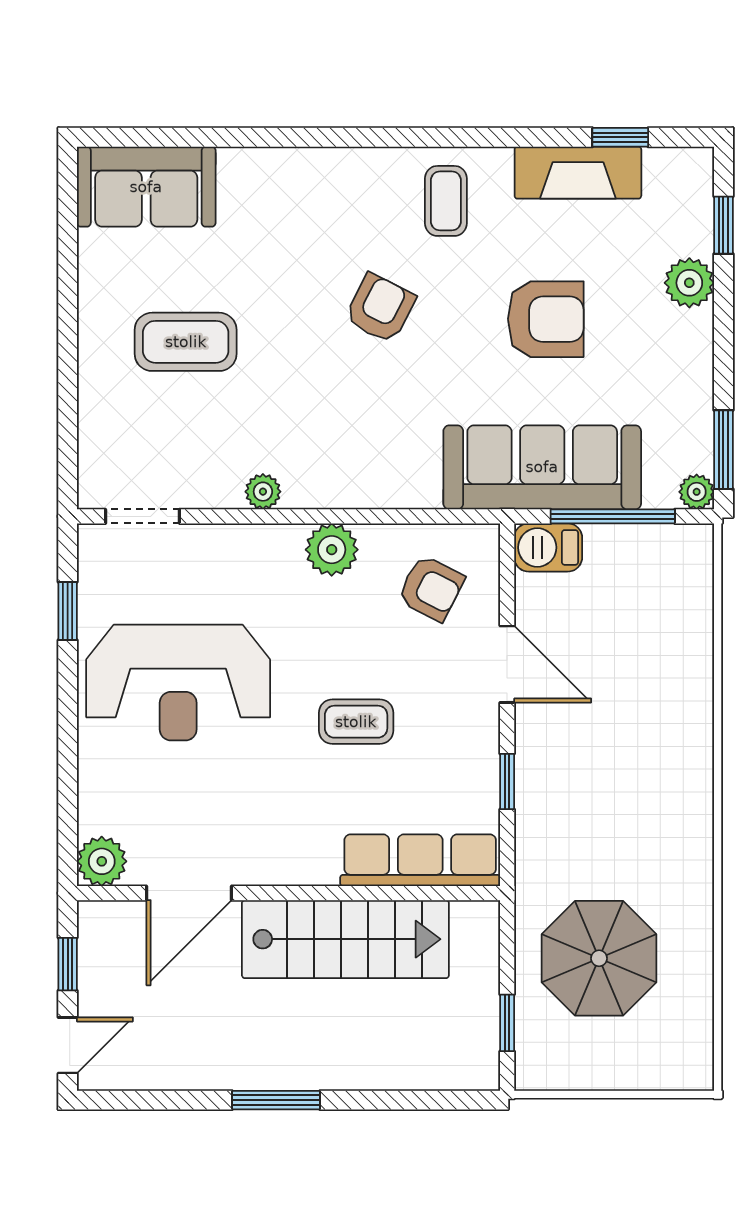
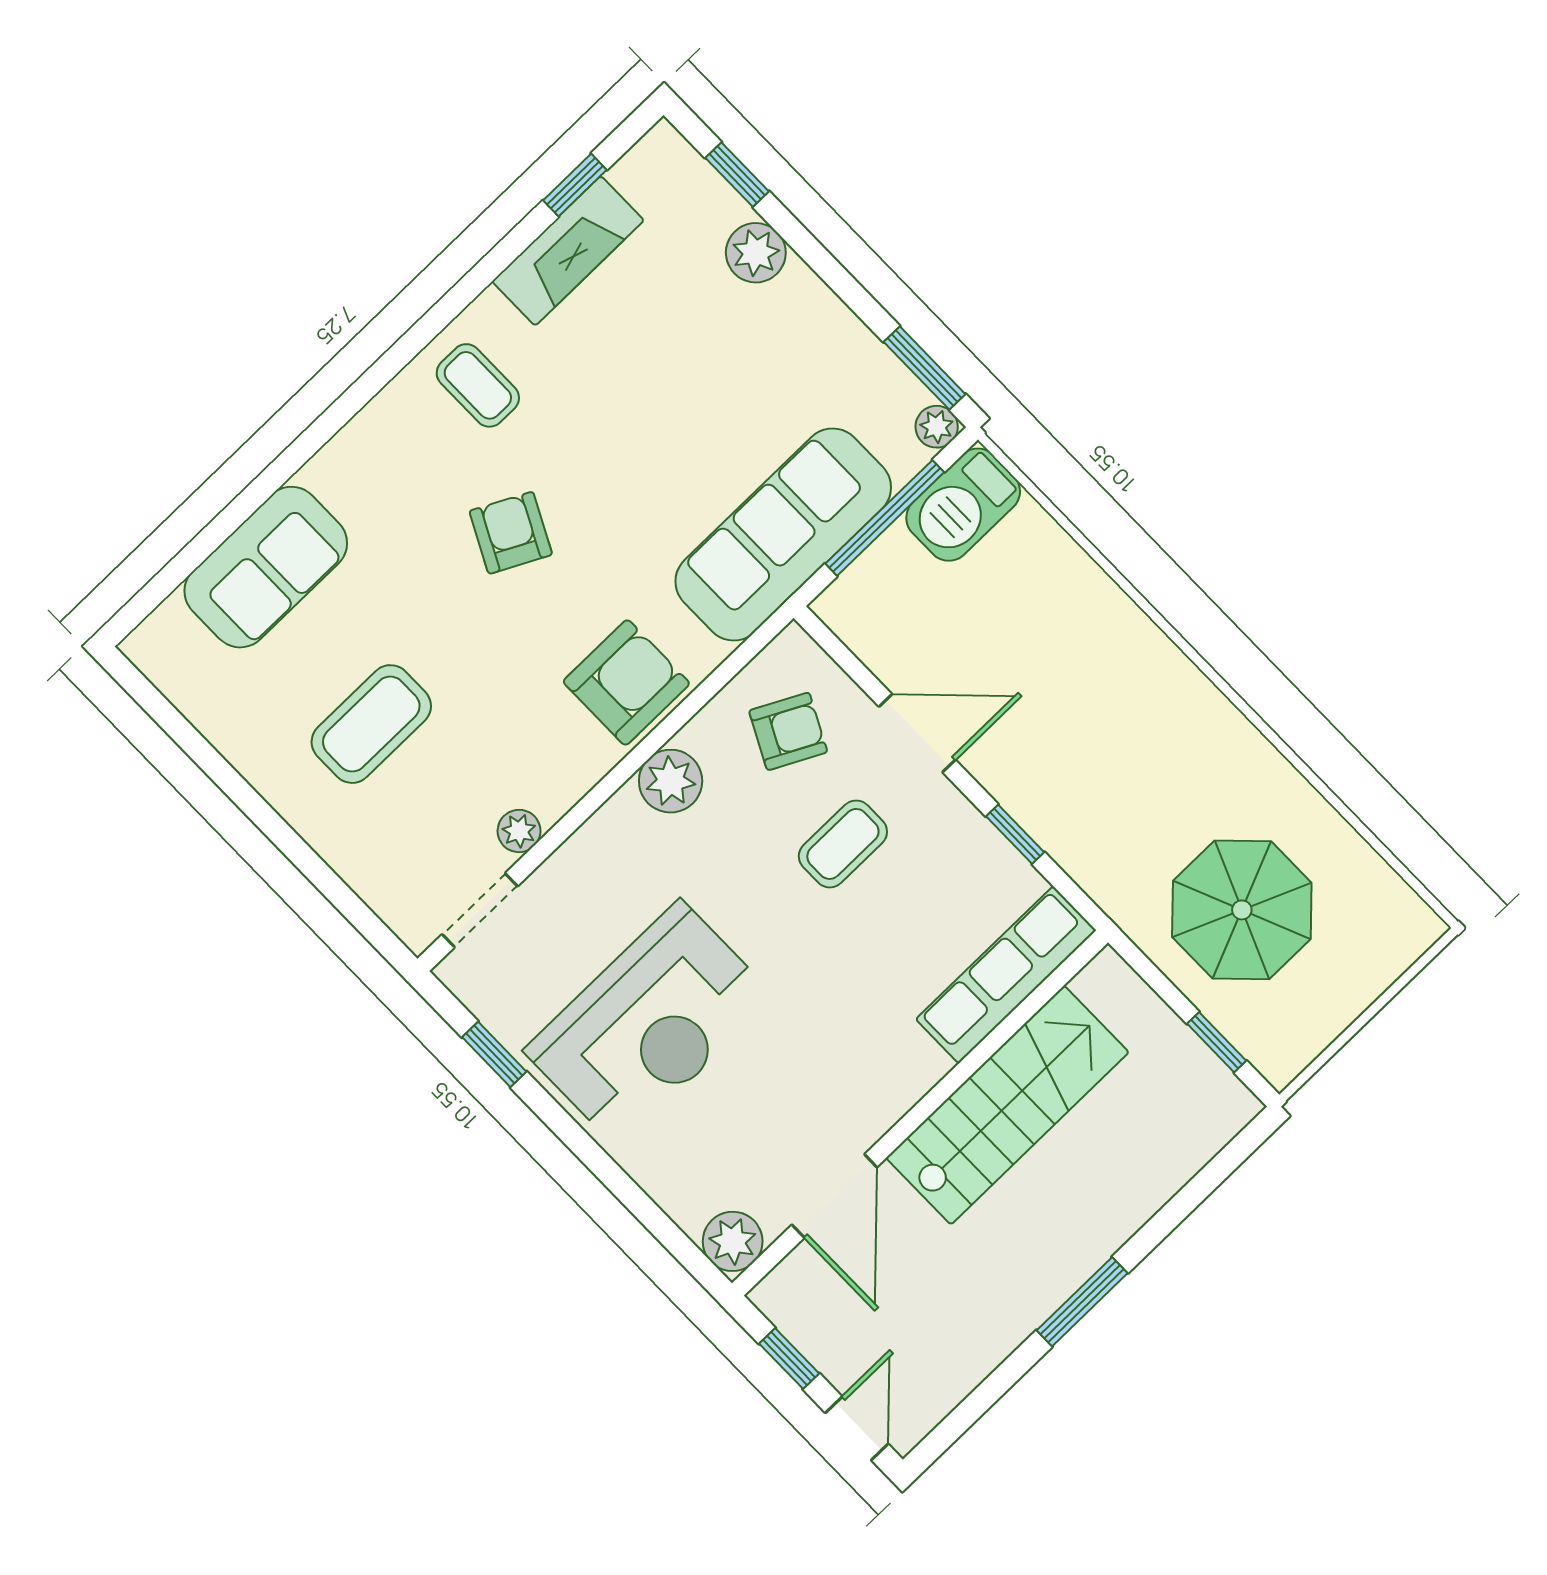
sofa: (146, 187) -> (266, 567), moved
armchair: (546, 319) -> (626, 682), moved
plant: (263, 492) -> (519, 831), moved
barbecue: (548, 547) -> (963, 505), moved, width x1.38, depth x1.27
coffee table: (356, 722) -> (843, 844), moved

